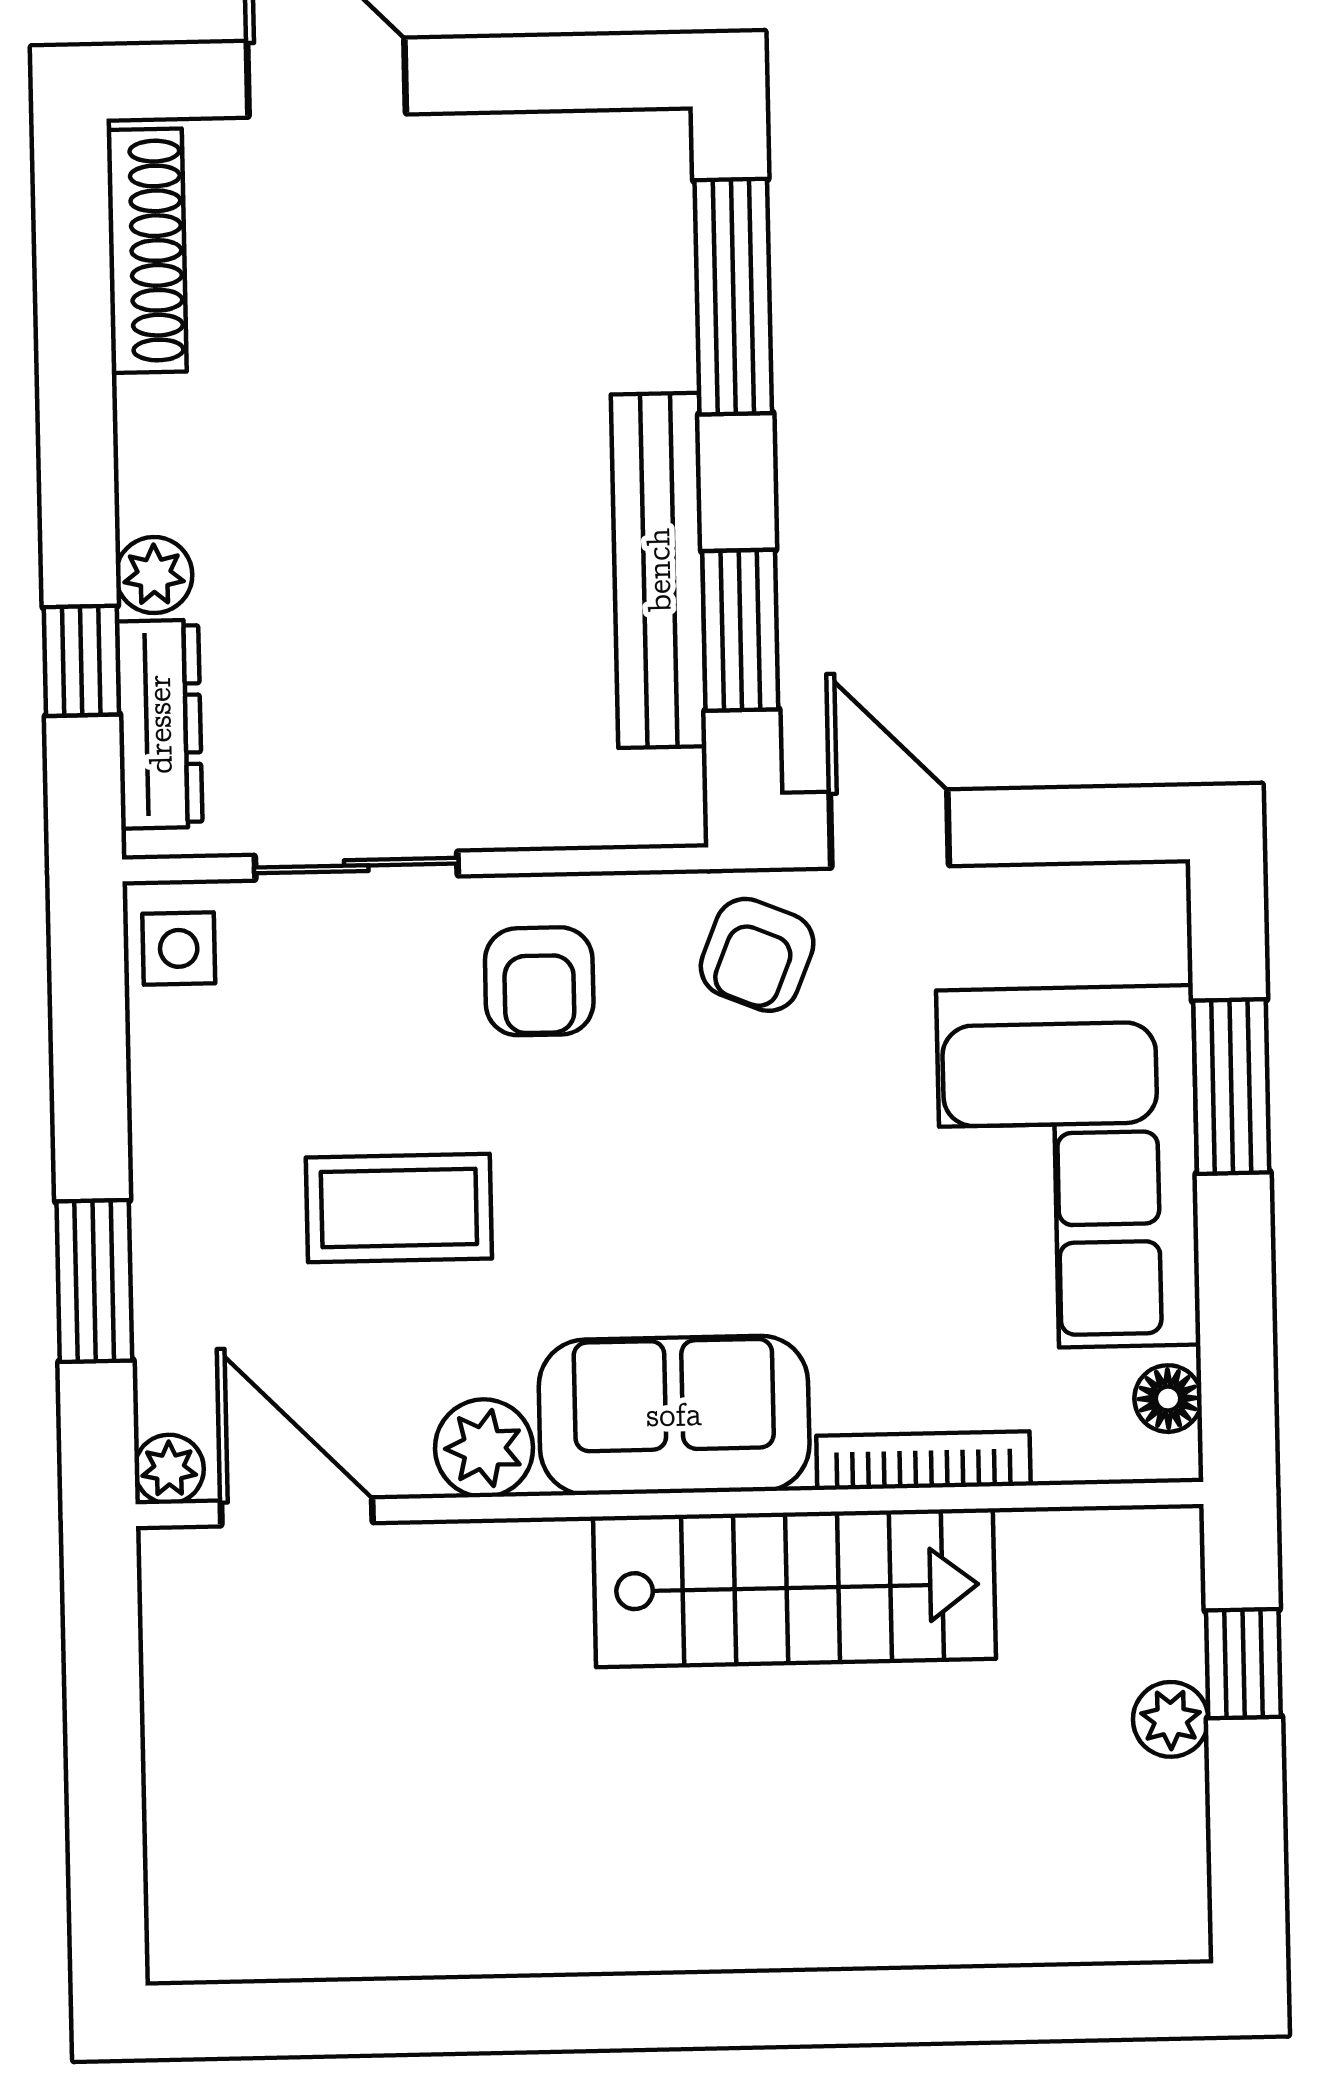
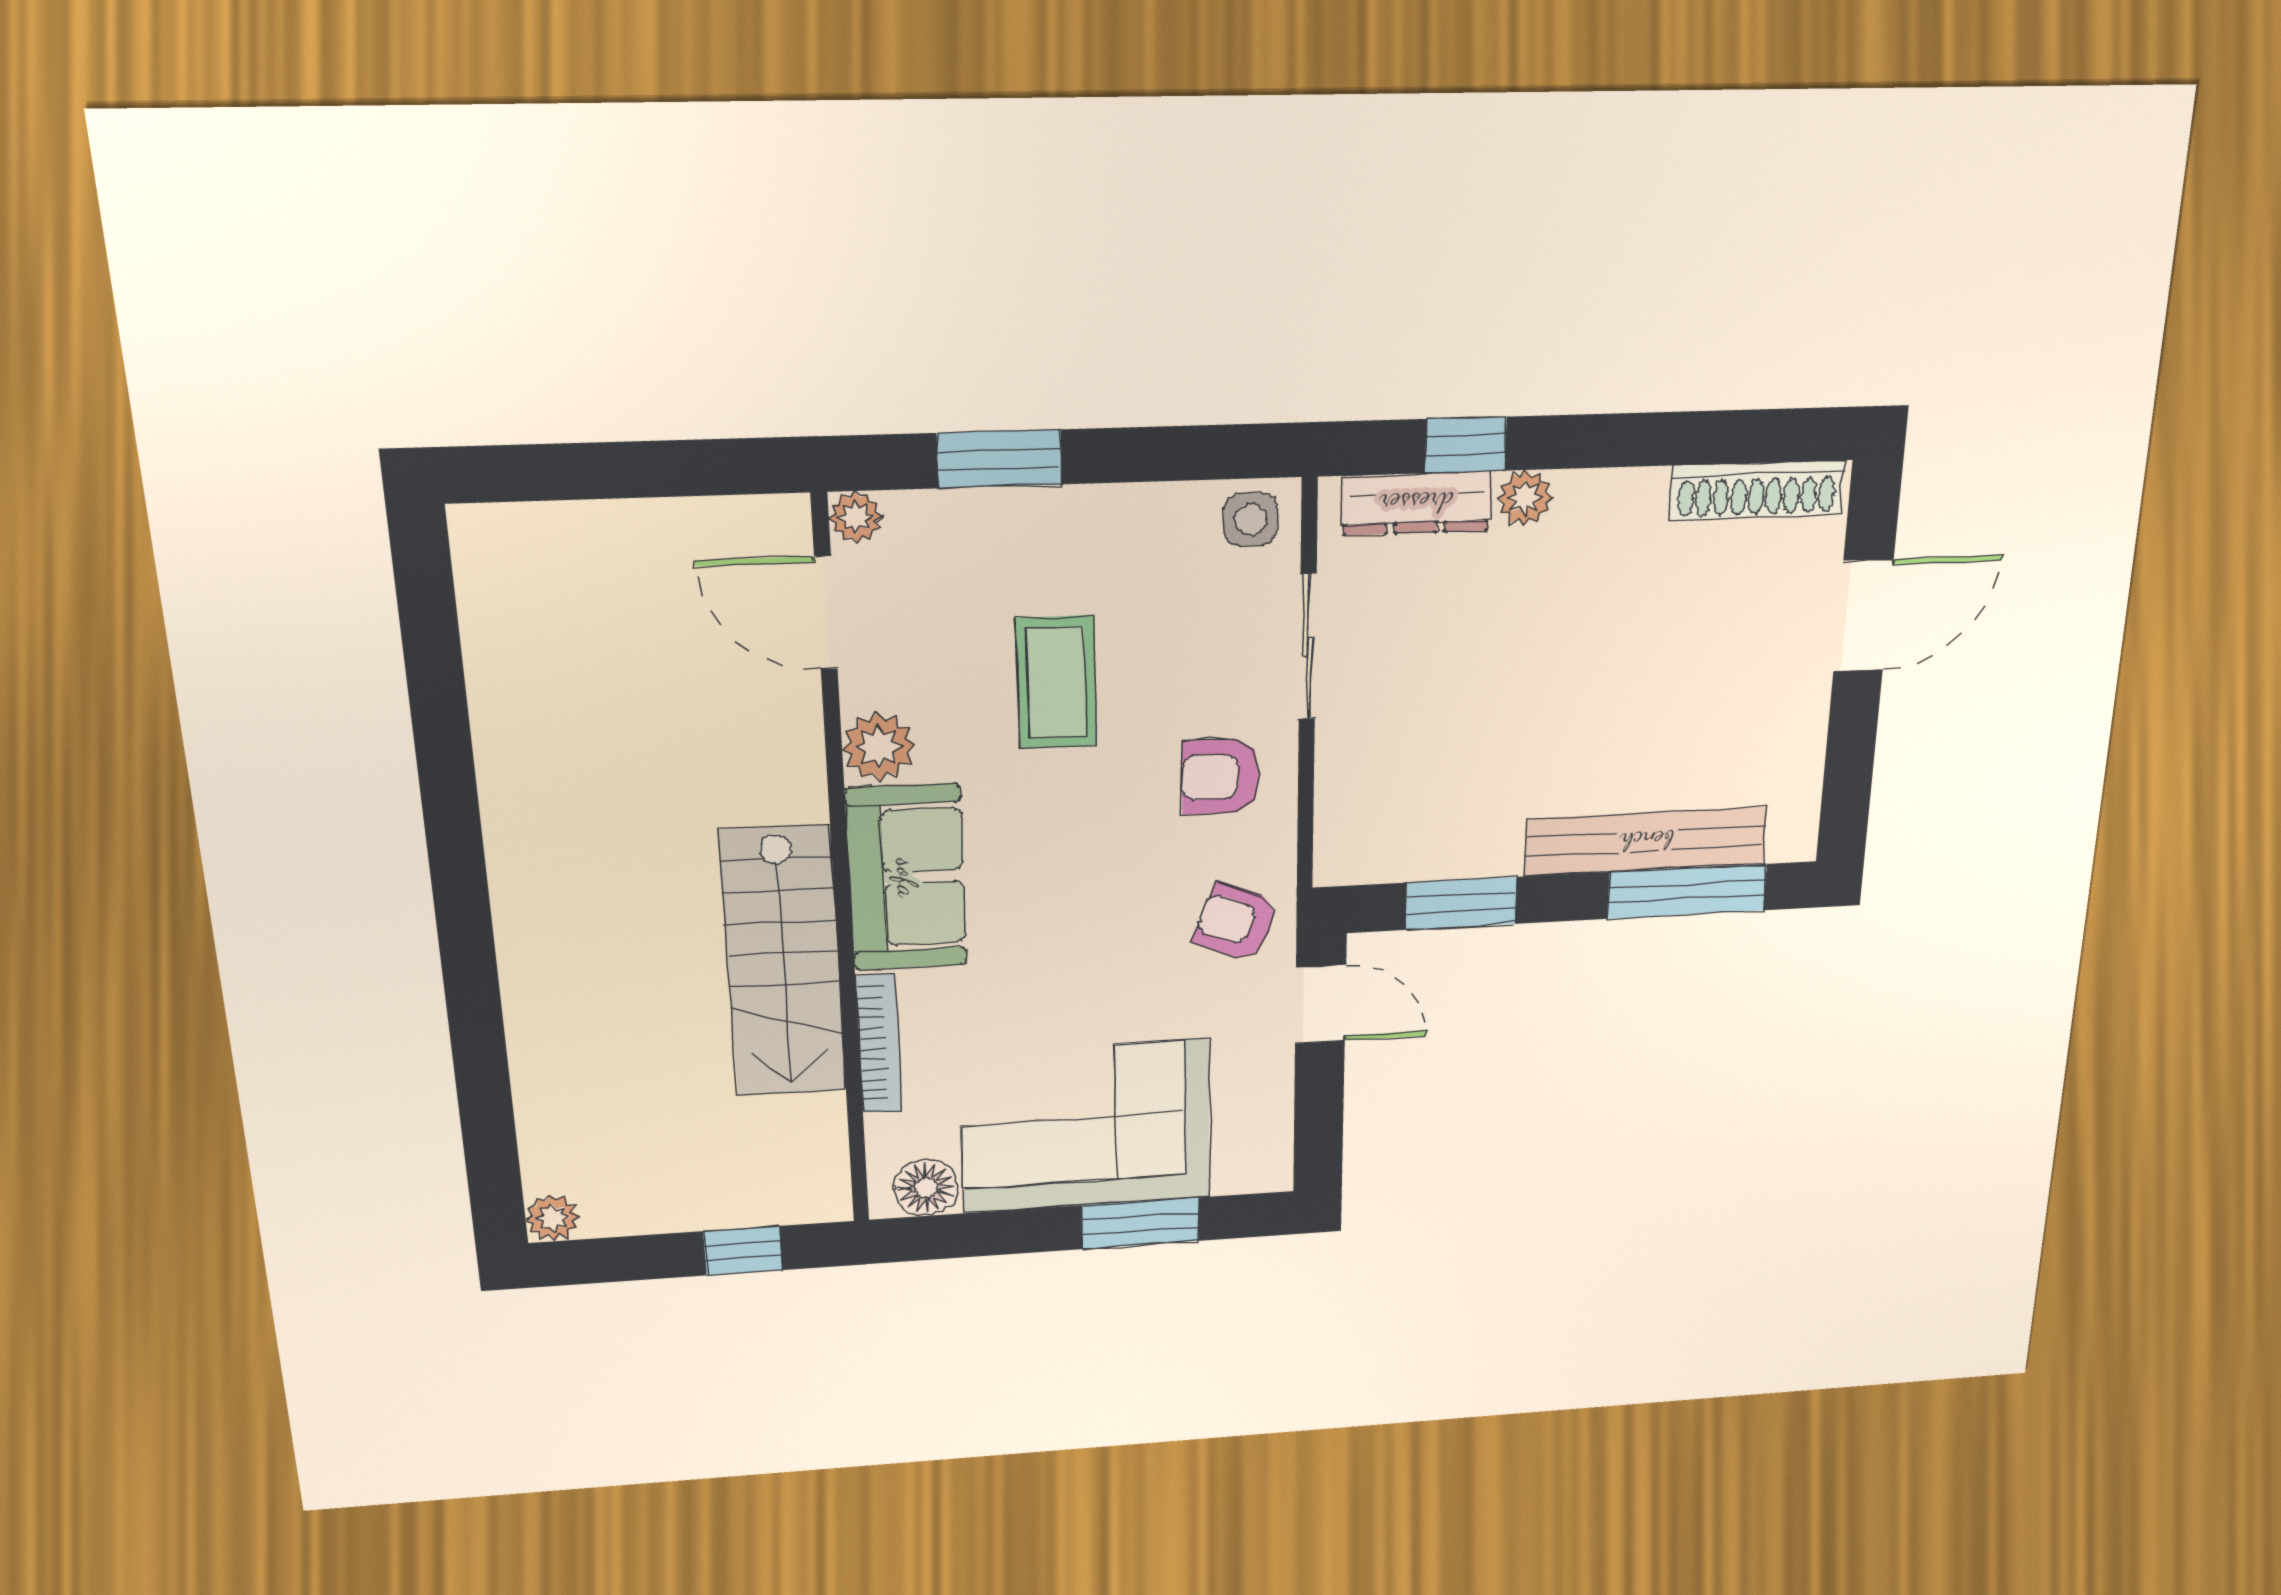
bench: (659, 570) -> (1646, 841), moved
door: (889, 829) -> (1321, 1004), hinge flipped
floor lamp: (1168, 1399) -> (926, 1188), width x1.37, depth x1.37
door: (297, 1512) -> (826, 613), swing flipped
plant: (1171, 1719) -> (553, 1218), moved

